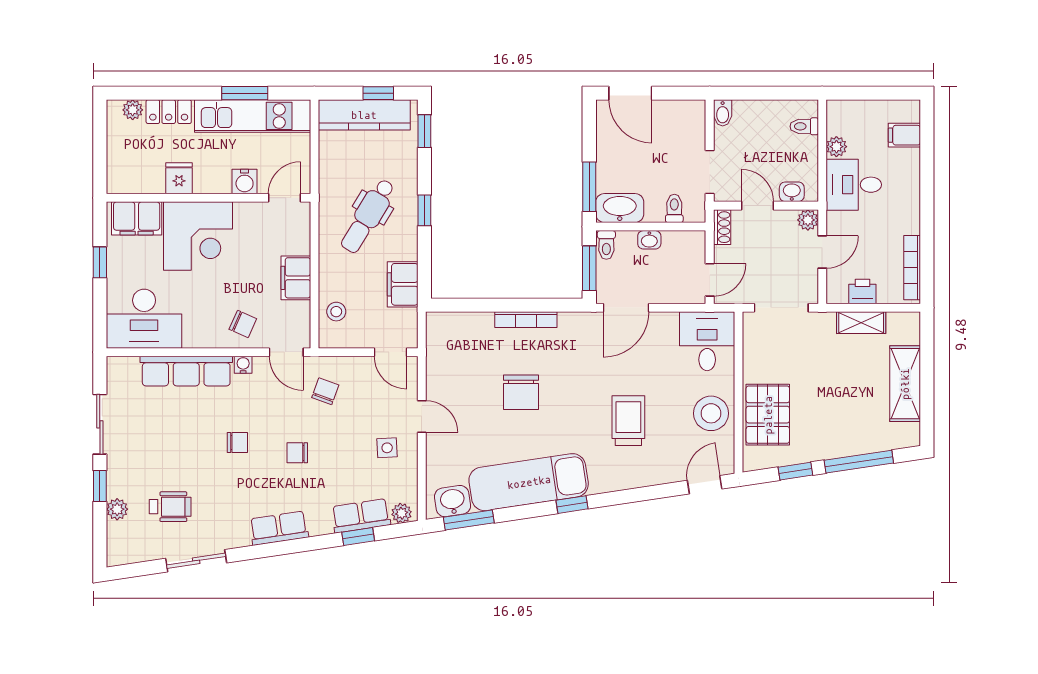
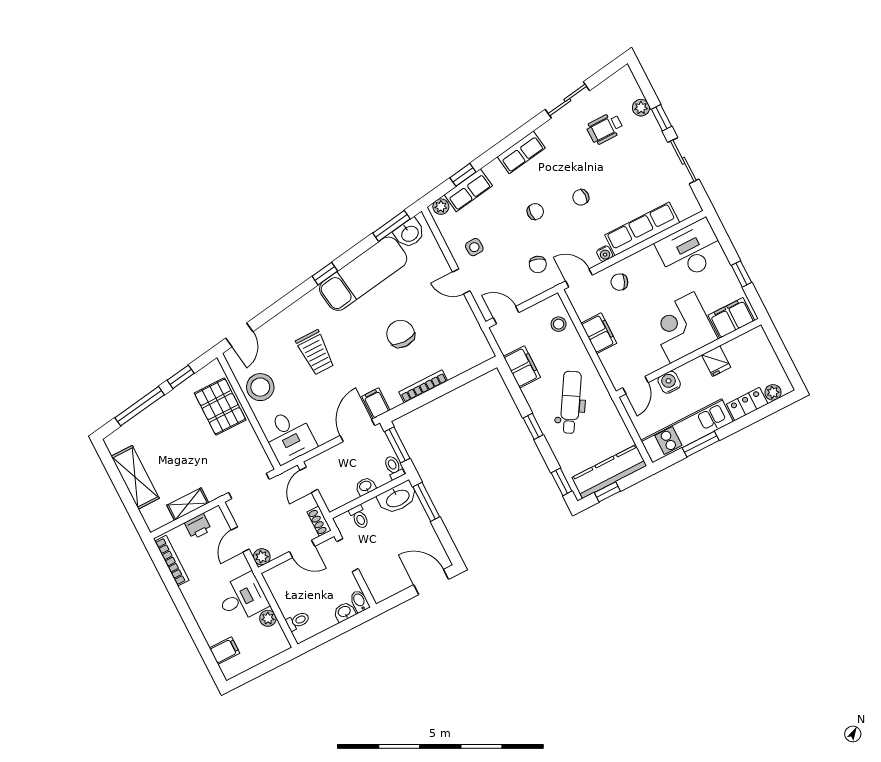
washbasin: (792, 192) -> (344, 612), moved, turned 180
filing cabinet: (589, 328) -> (376, 403), added

